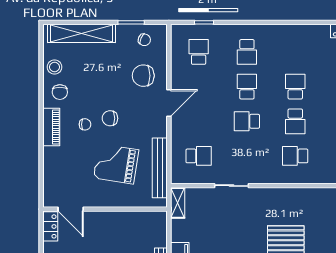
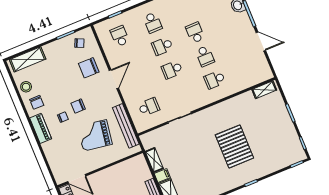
shelving: (81, 33) -> (28, 59), width x0.68
school desk: (247, 87) -> (162, 46), turned -90
shelving: (178, 203) -> (154, 160), moved

